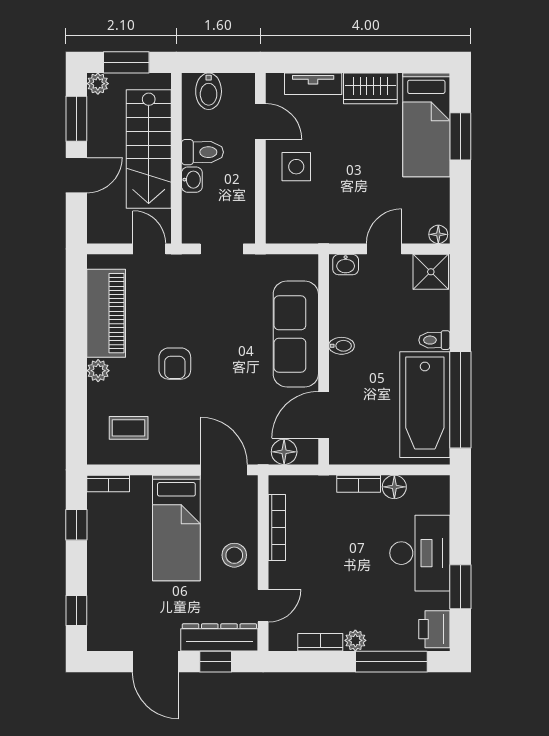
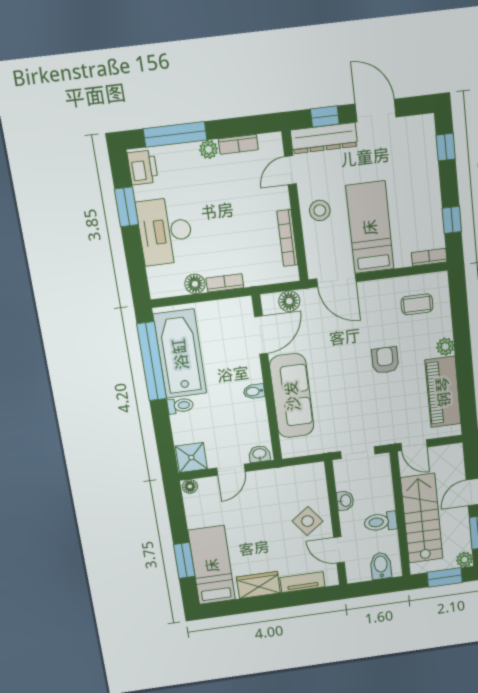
side table: (296, 167) -> (308, 521), turned -36
washbasin: (192, 180) -> (345, 501), moved, turned 180

